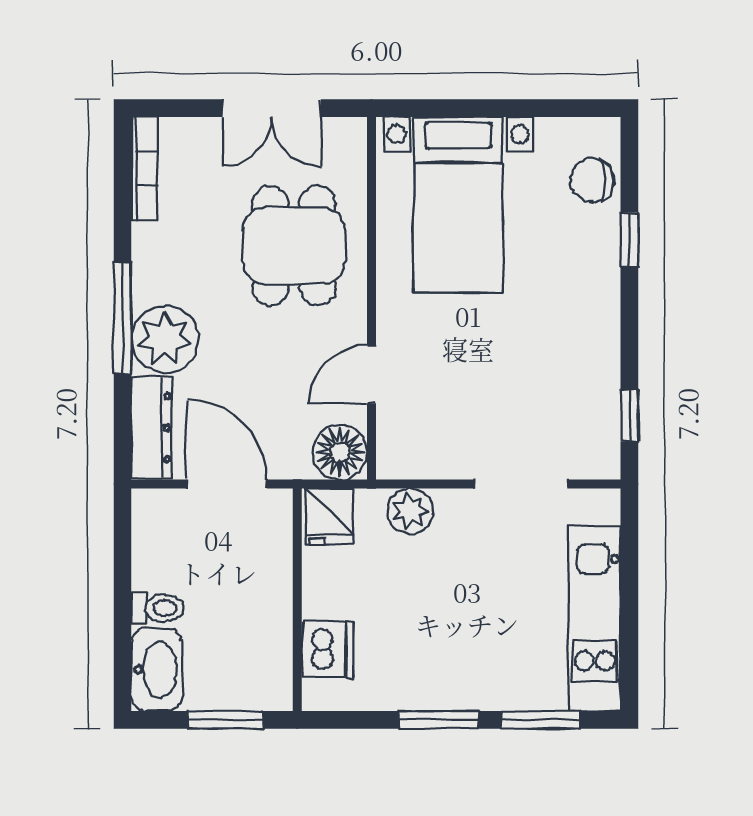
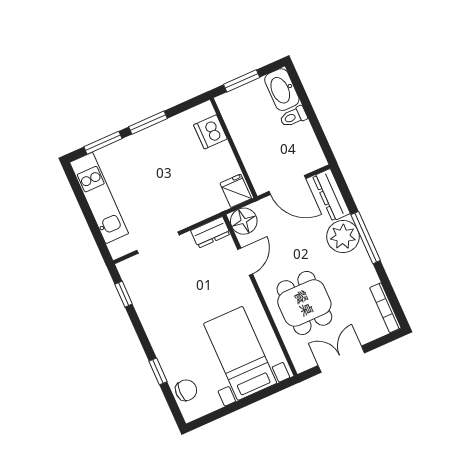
dresser: (412, 459) -> (211, 232), added
plant: (410, 511) -> (201, 209), removed

